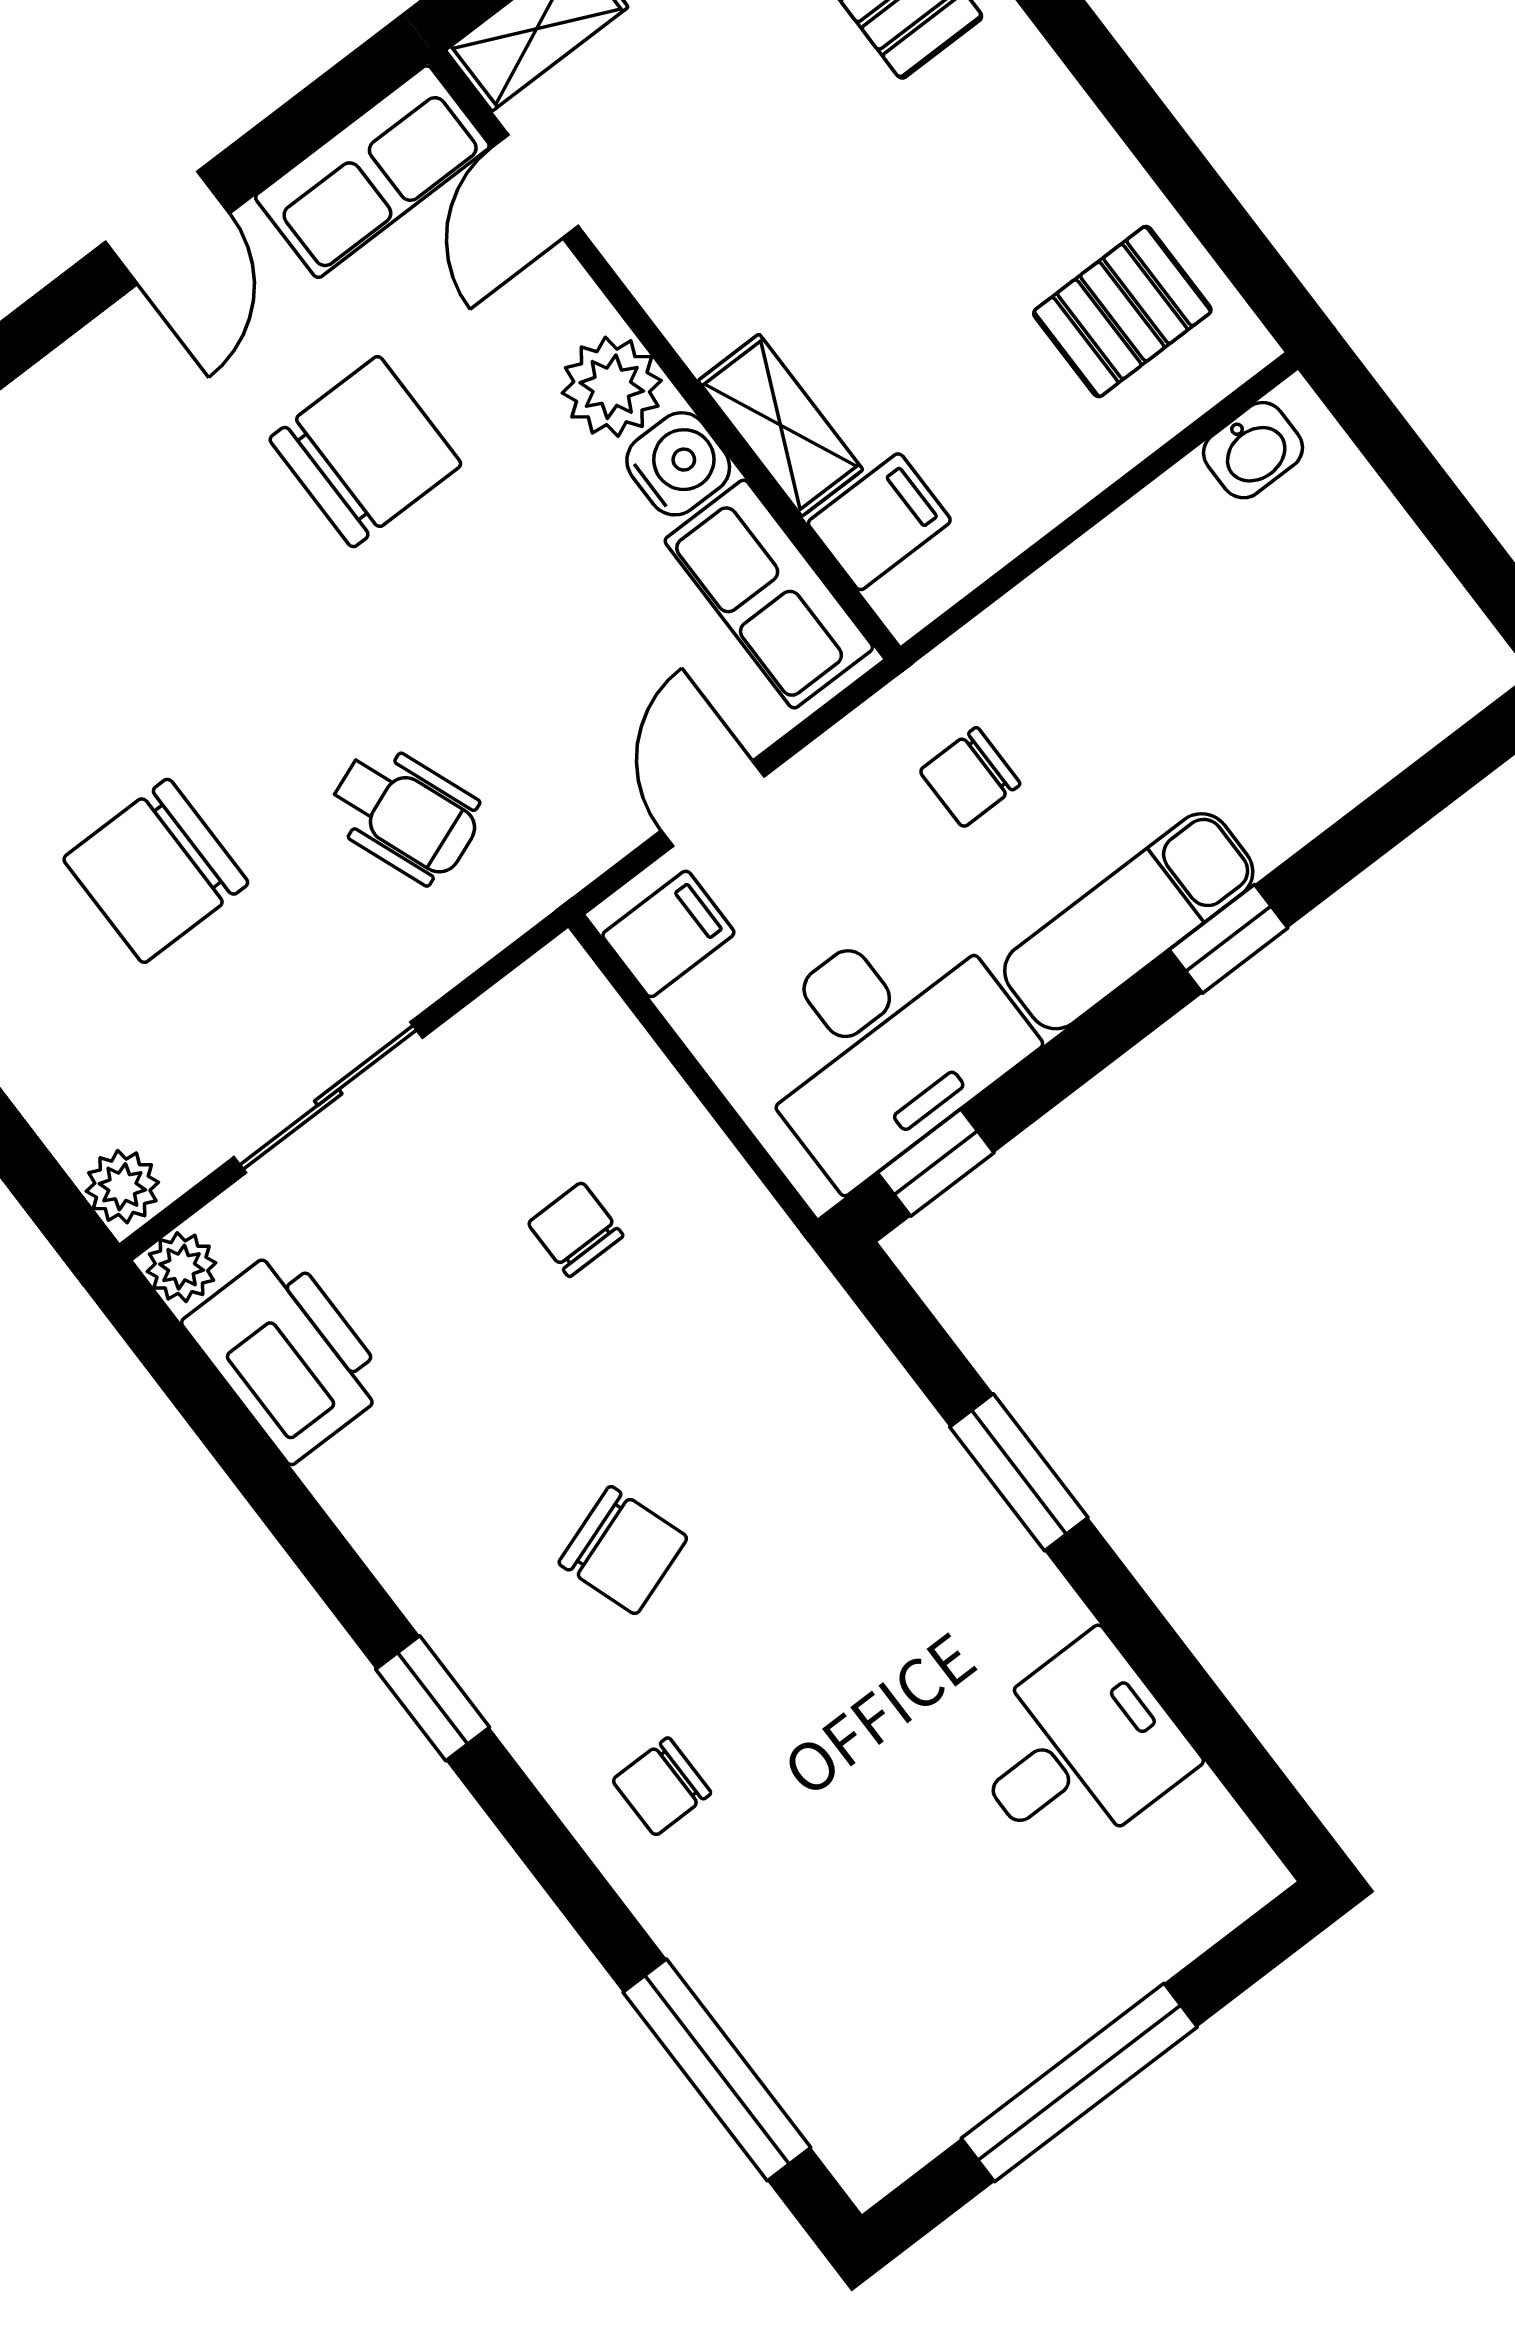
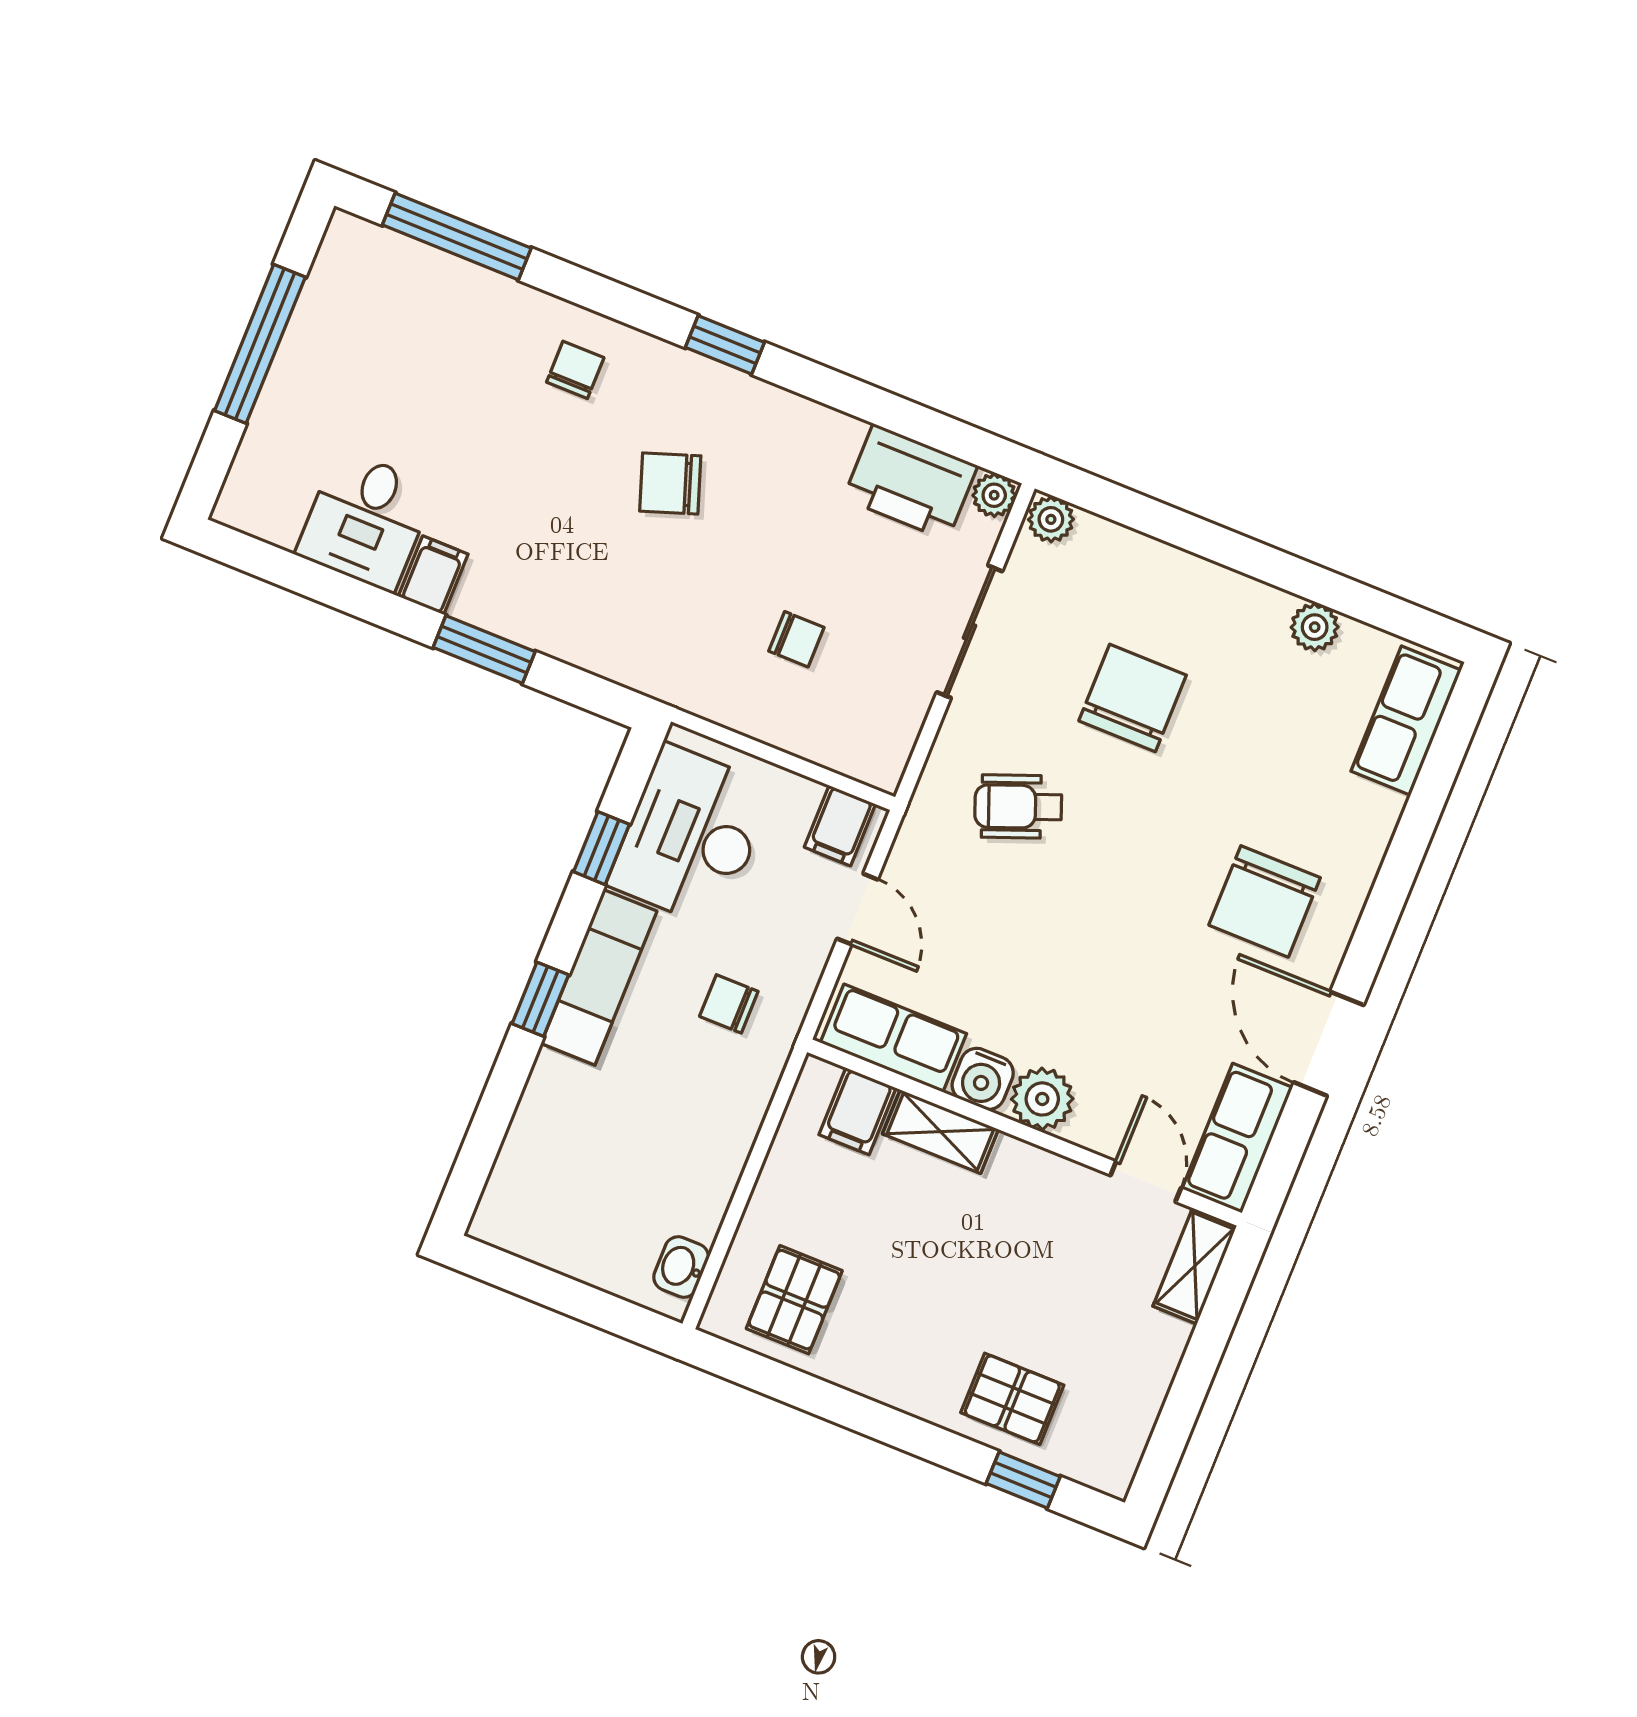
door: (167, 228) -> (1329, 1044), width x1.38
chair: (365, 452) -> (1265, 901), moved
chair: (970, 777) -> (729, 1004), turned -90
window: (936, 1163) -> (601, 848), moved
filing cabinet: (1029, 1618) -> (433, 575), added

